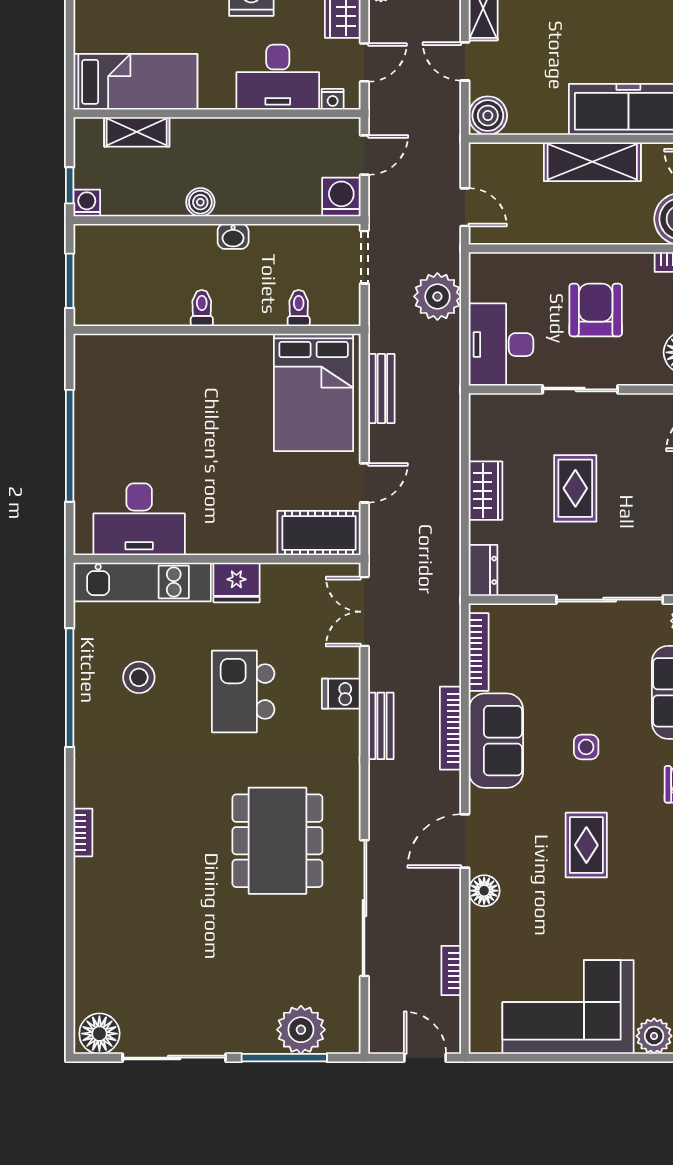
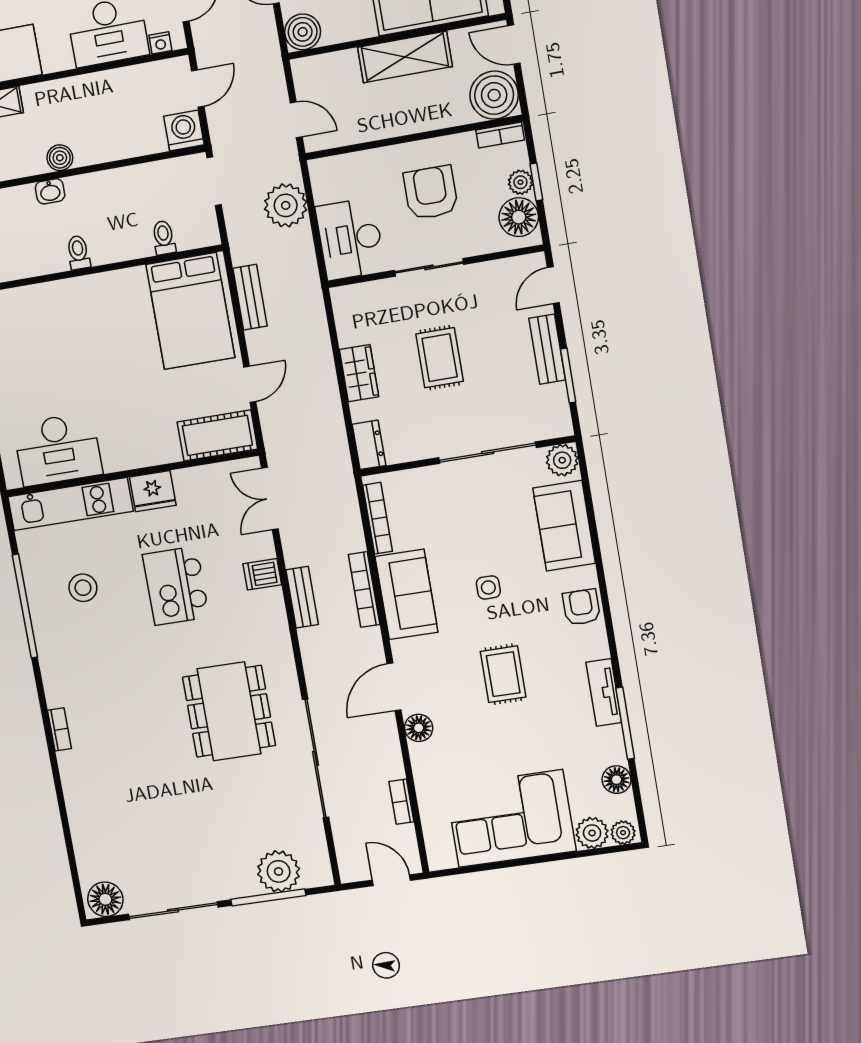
washbasin: (233, 236) -> (50, 191), moved

